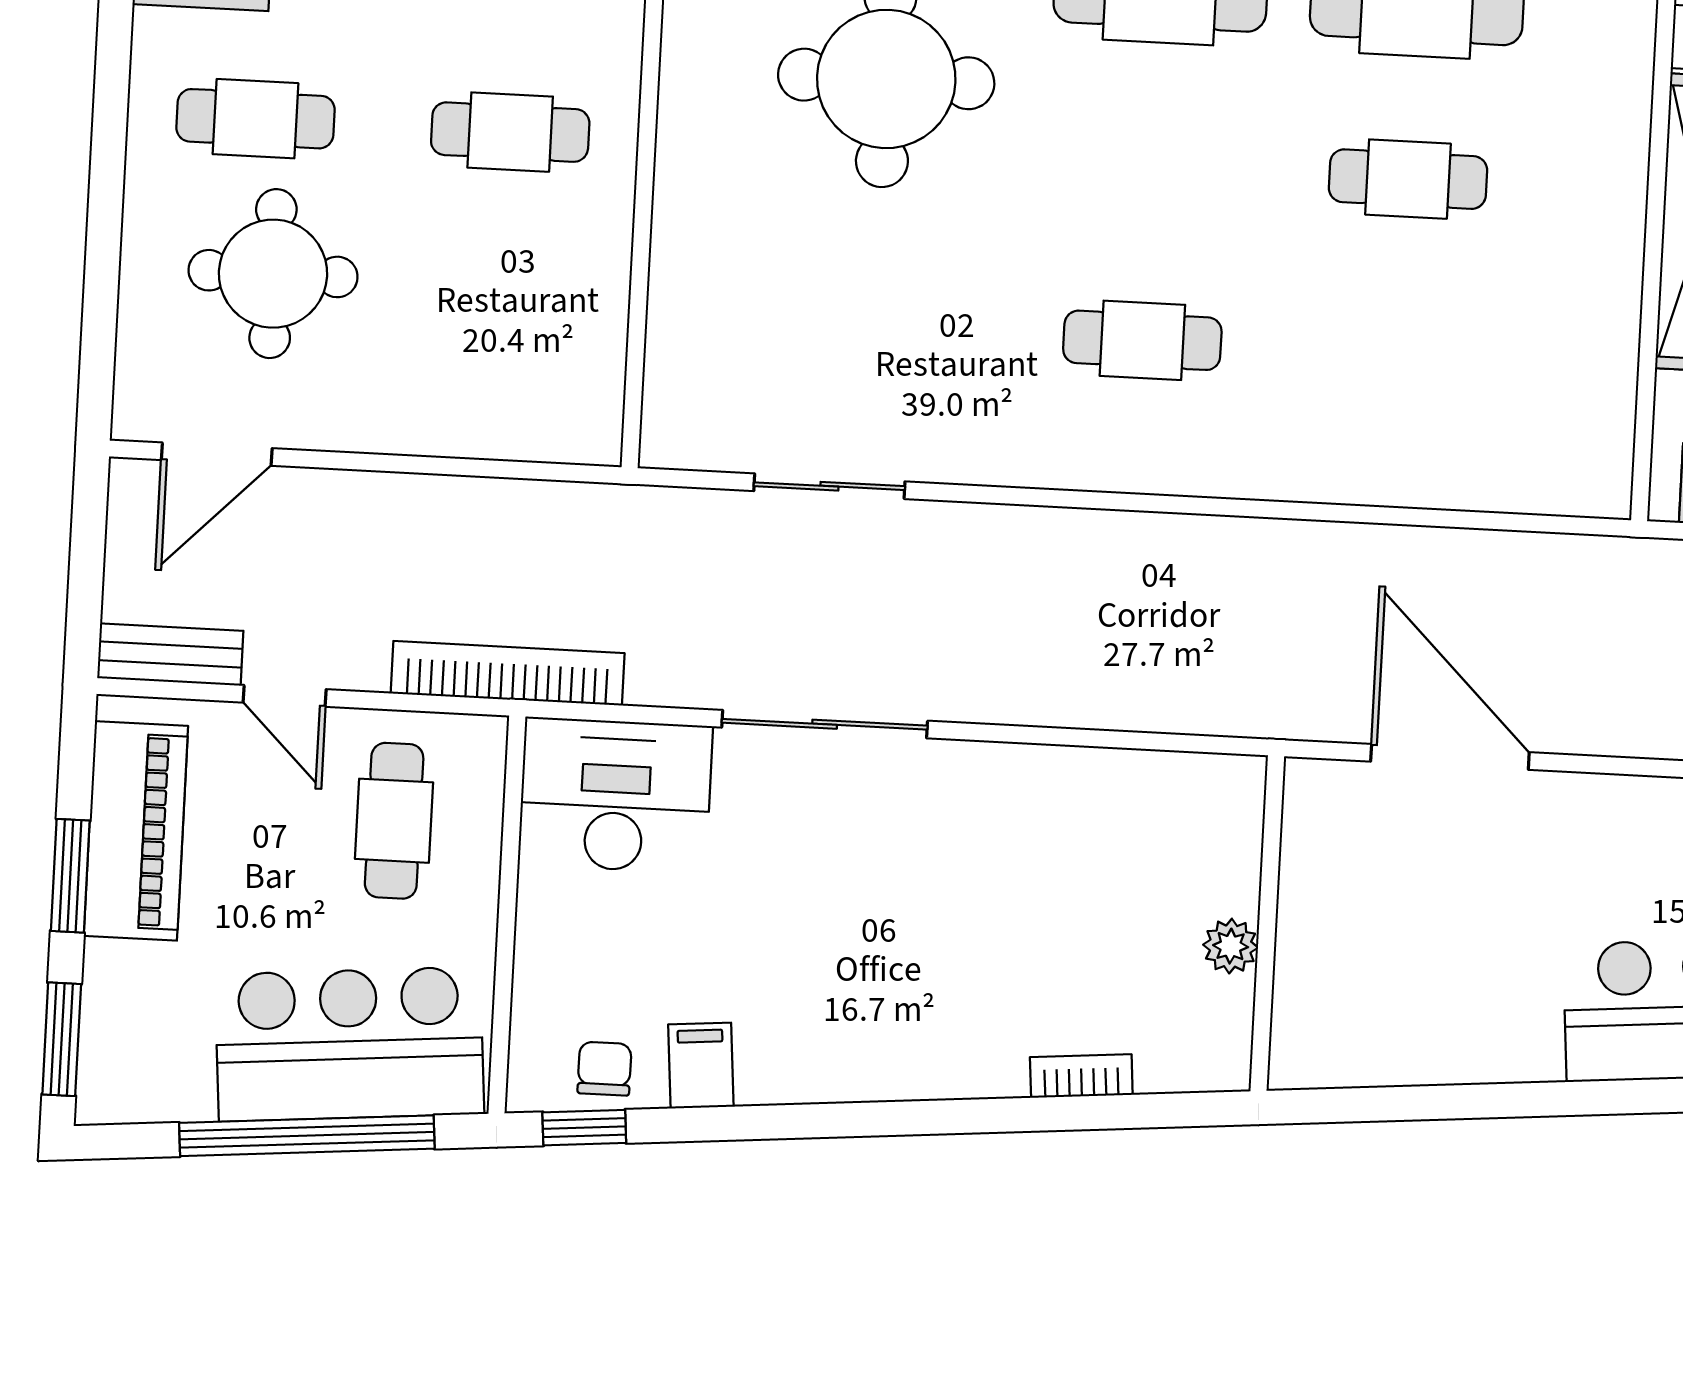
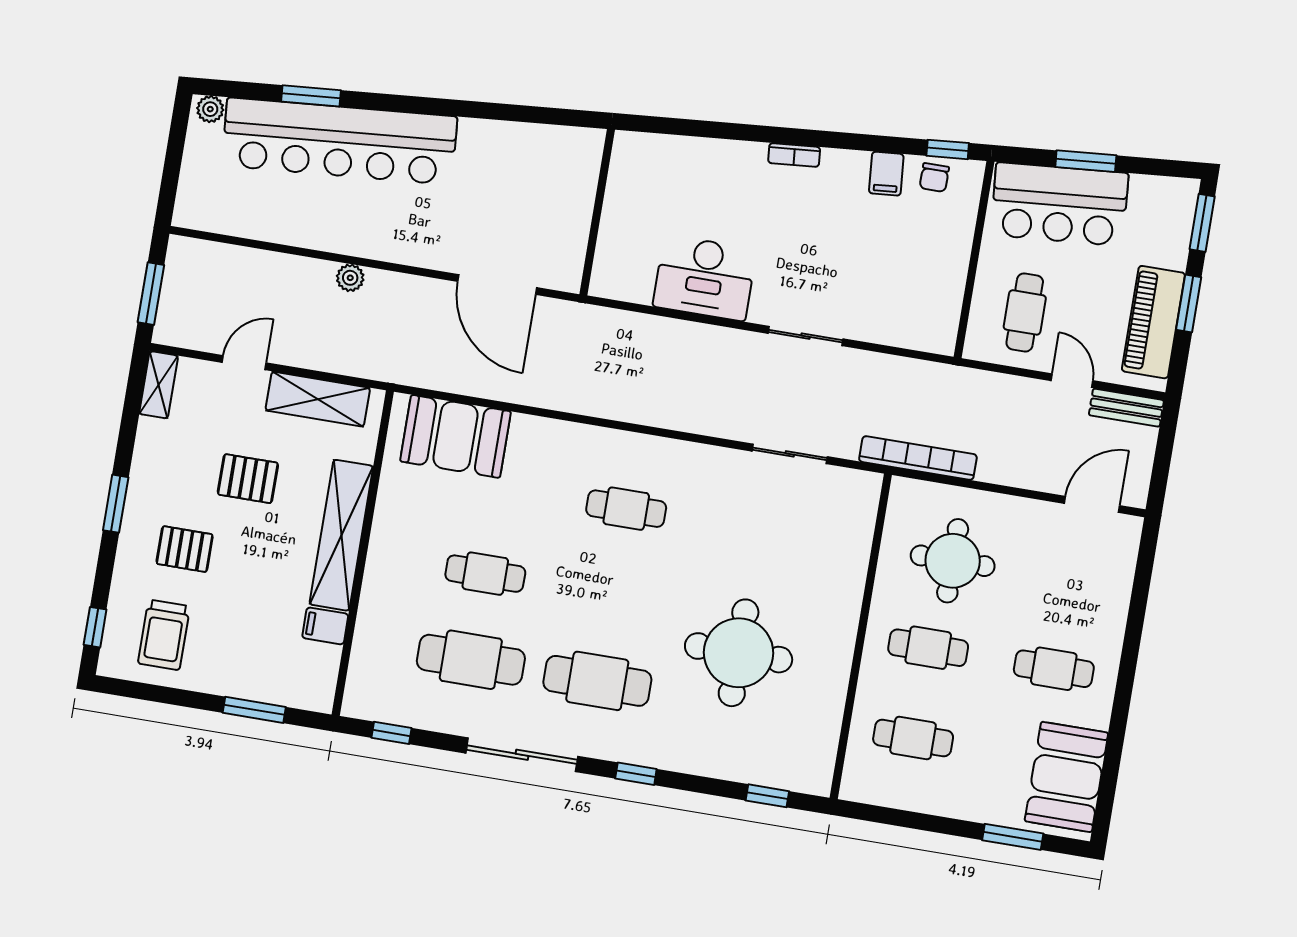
round table: (273, 274) -> (953, 561), moved
booth: (1498, 445) -> (456, 436), added
bookcase: (508, 673) -> (918, 458), moved, turned 180
sliding door: (825, 724) -> (806, 336), width x0.73
desk: (615, 795) -> (705, 278), moved
plant: (1231, 946) -> (617, 203), removed
bookcase: (1081, 1076) -> (794, 155), moved
window: (307, 1136) -> (1086, 161), width x0.47

